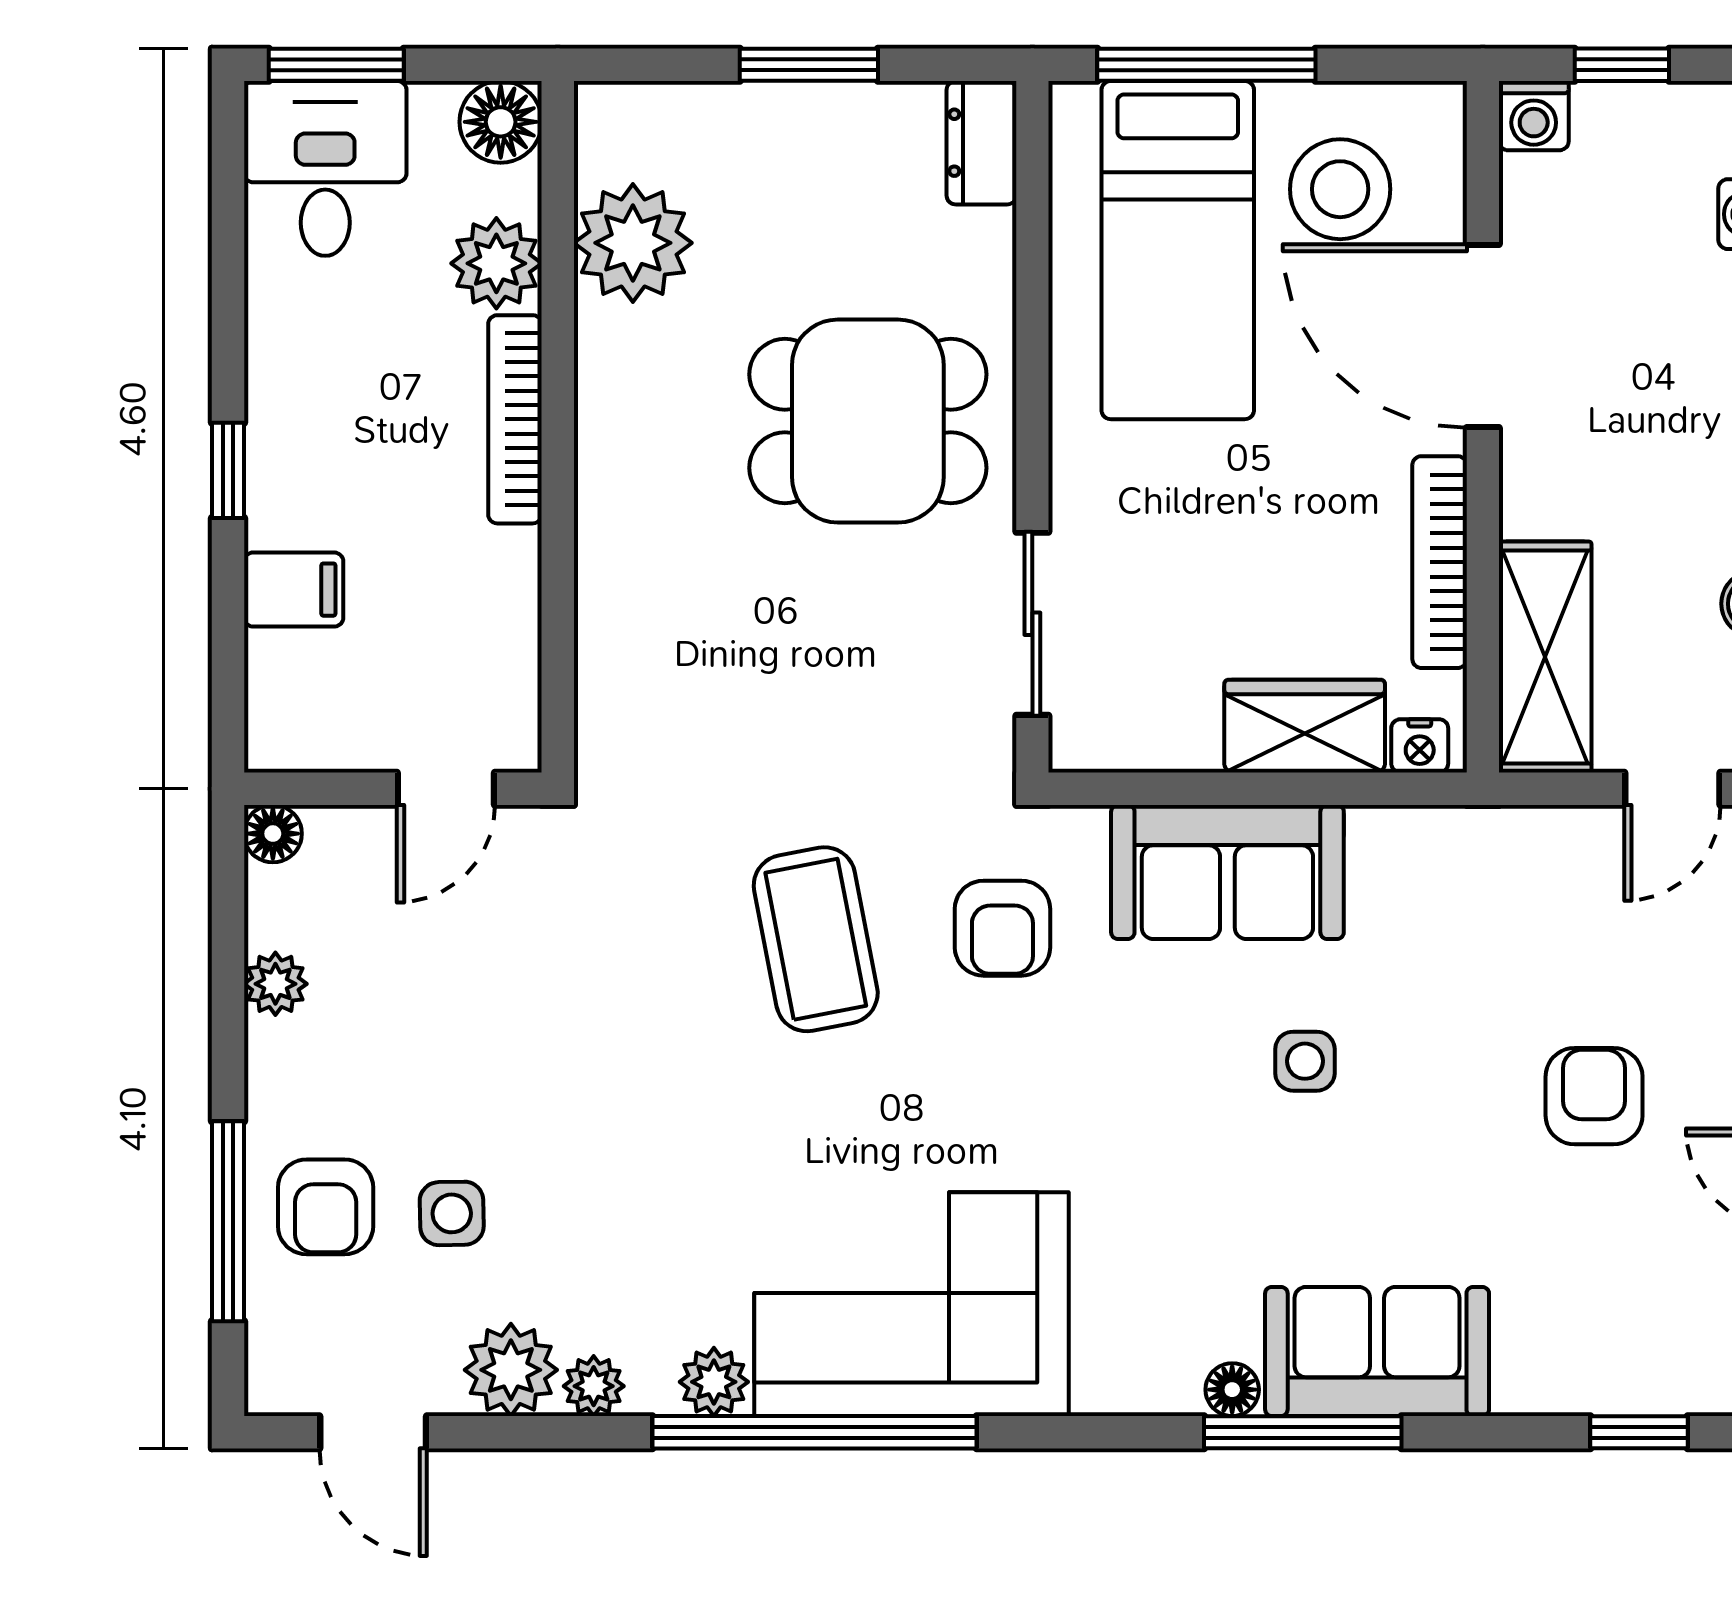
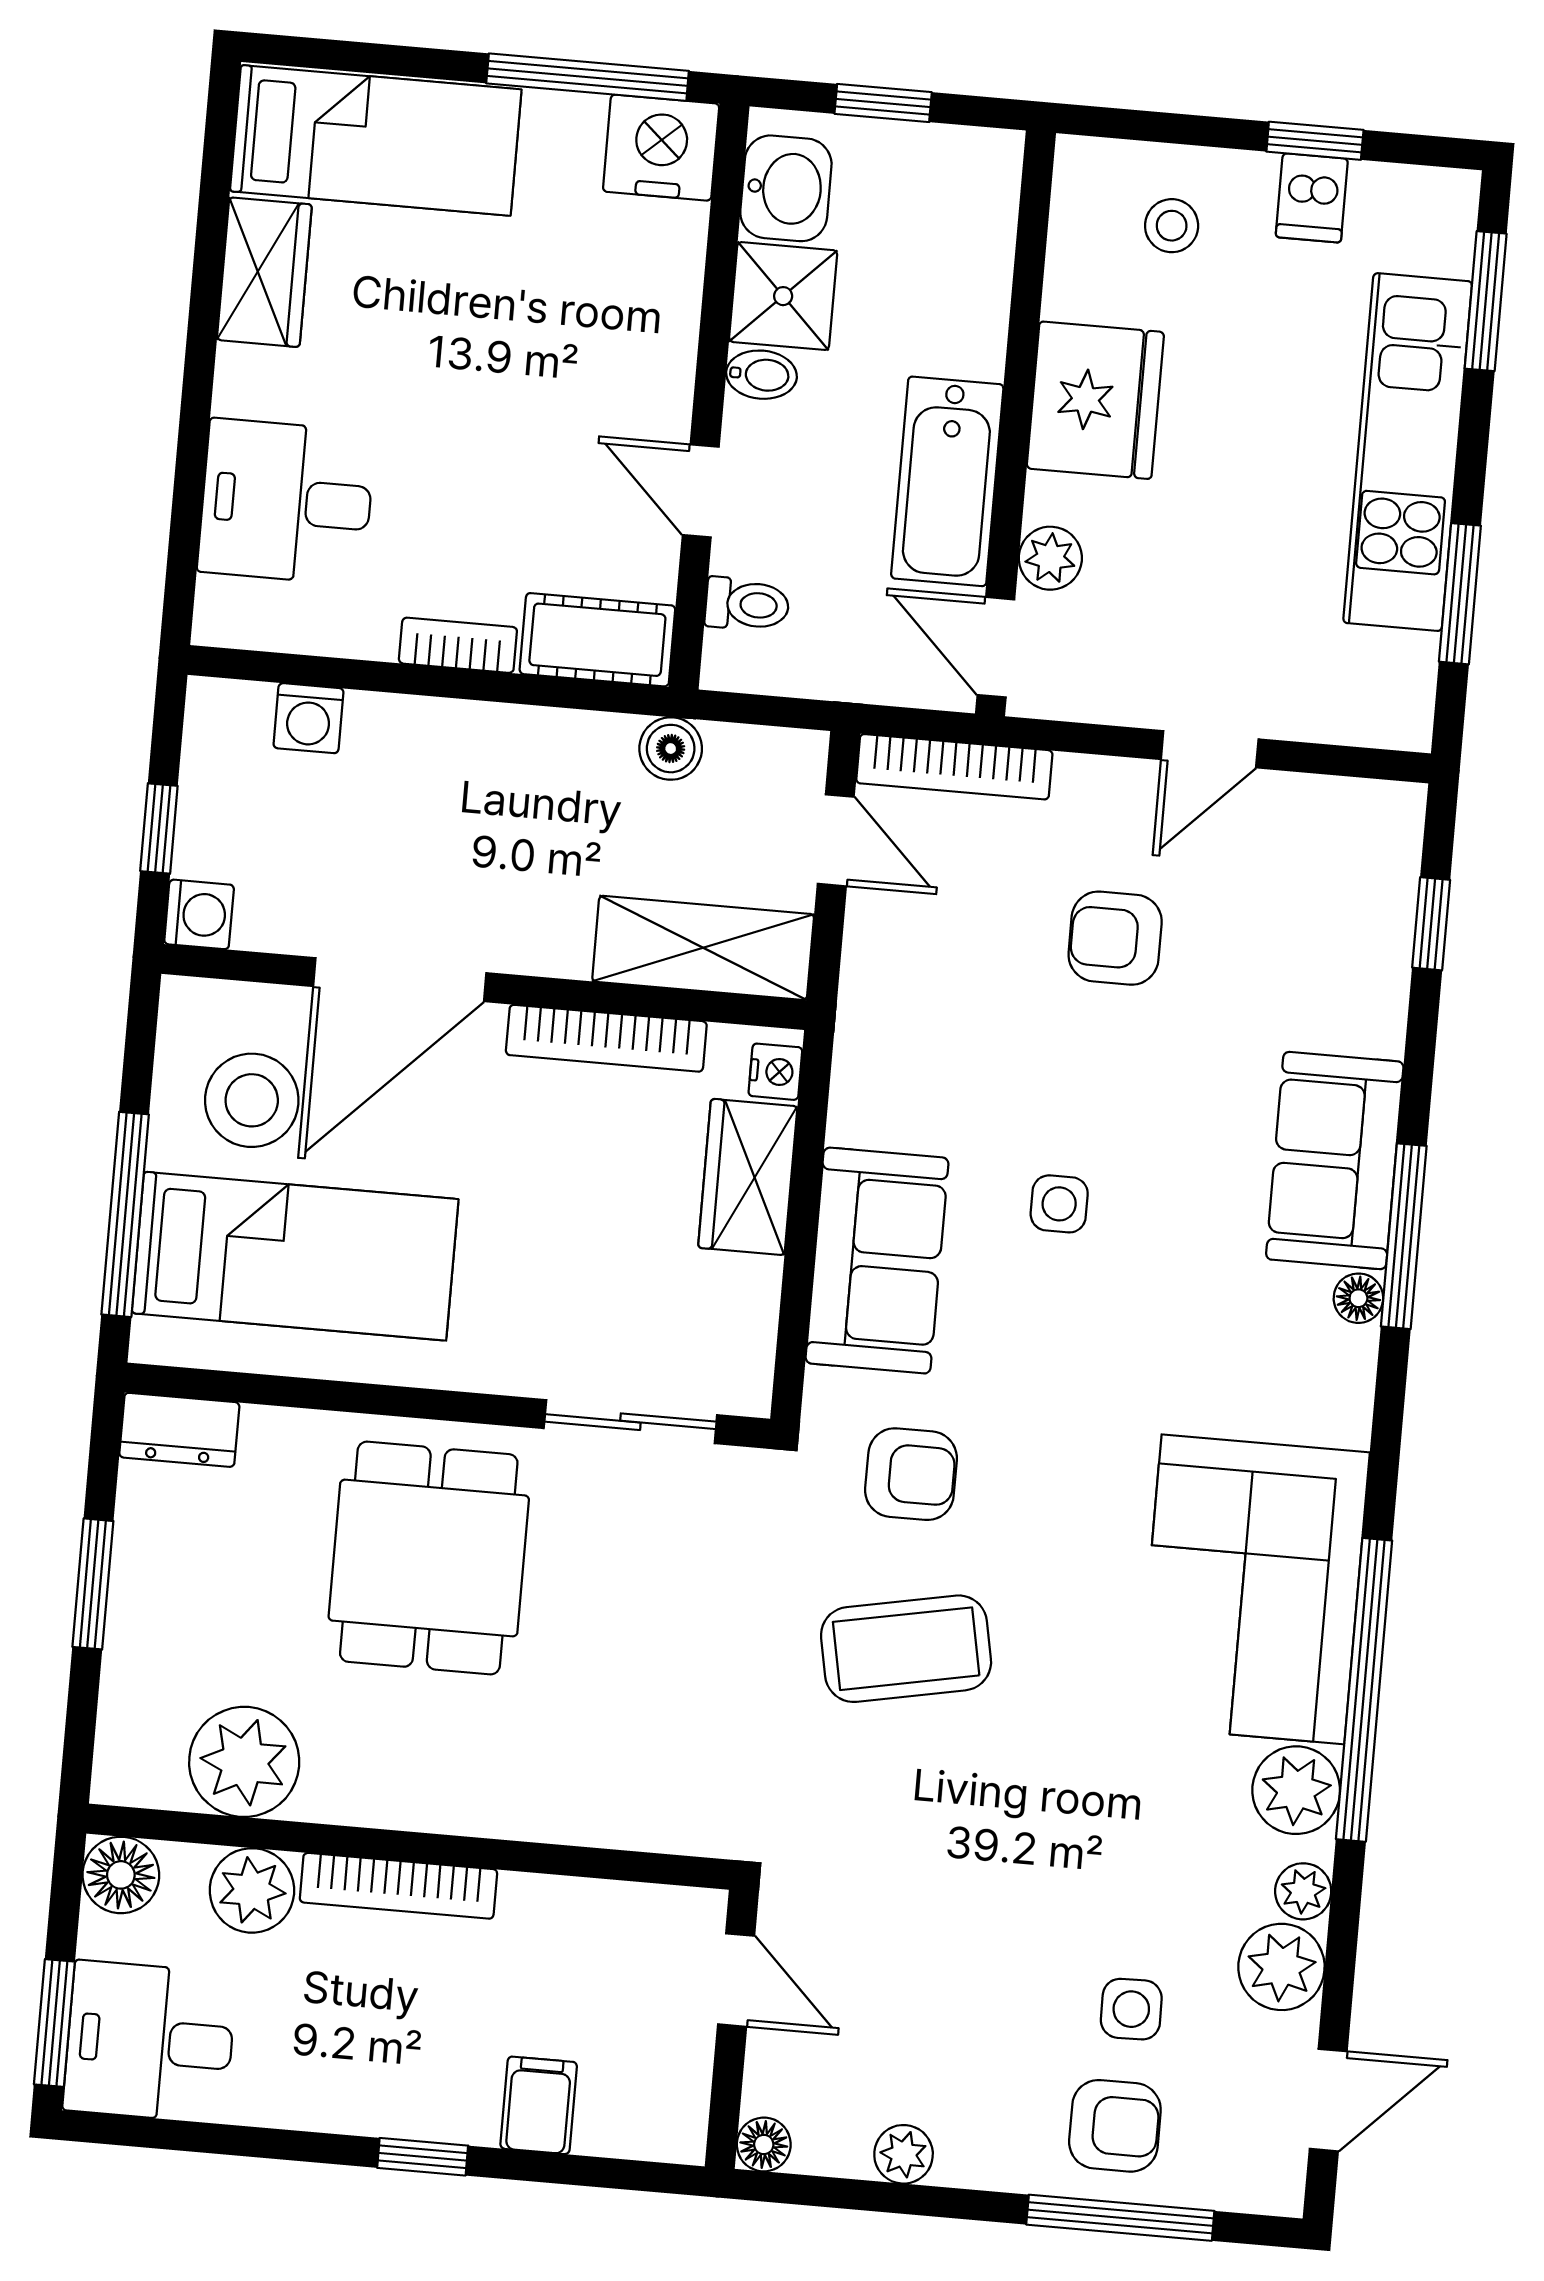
plant: (714, 1382) -> (1296, 1790), width x1.38, depth x1.38

